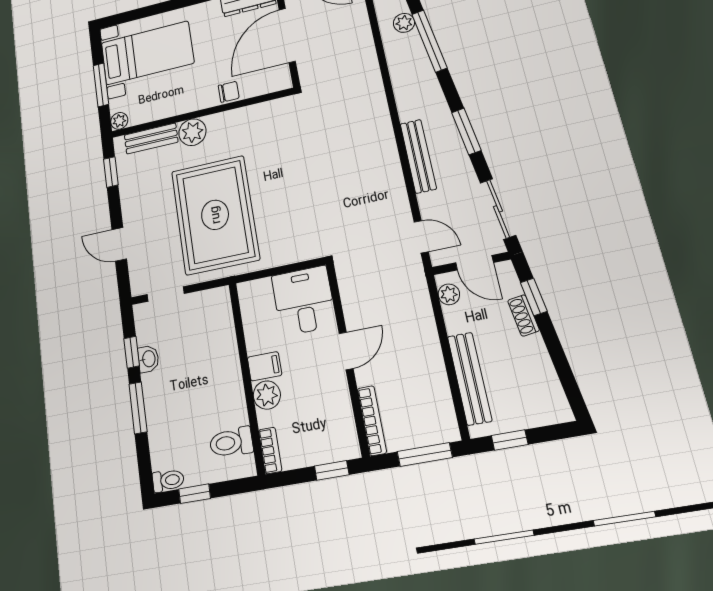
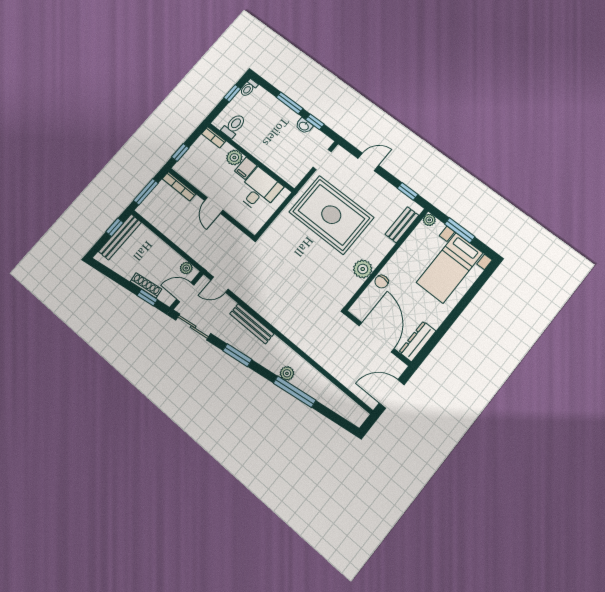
plant: (404, 23) -> (287, 373), moved
plant: (192, 132) -> (363, 269), moved
desk: (304, 301) -> (259, 190), moved, turned -90
shoe rack: (523, 315) -> (146, 285), width x1.43
bench: (470, 378) -> (120, 237), moved, turned 90

